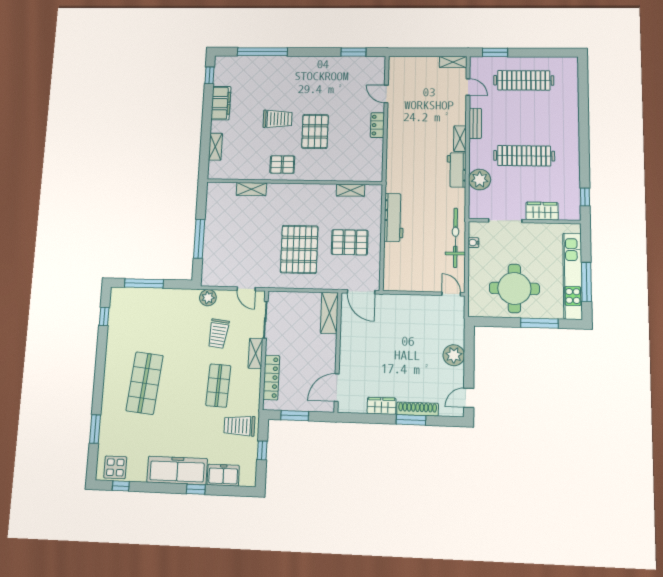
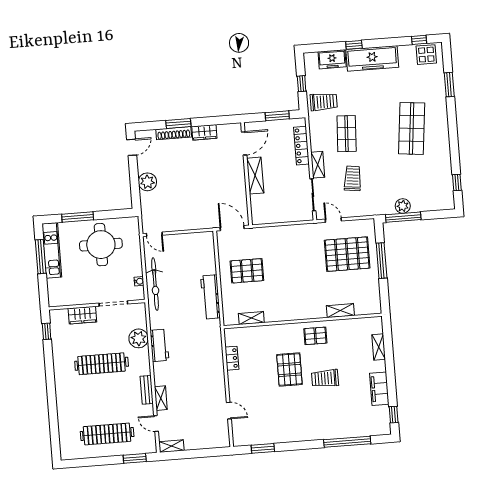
locker: (377, 125) -> (232, 358), moved
shelving: (460, 139) -> (161, 398), moved
pallet: (299, 249) -> (347, 254), moved, turned 90
kitchen unit: (573, 276) -> (52, 250), width x0.73
window: (144, 283) -> (403, 217), moved
plant: (208, 298) -> (403, 206), moved
shelving: (329, 313) -> (255, 176), moved

